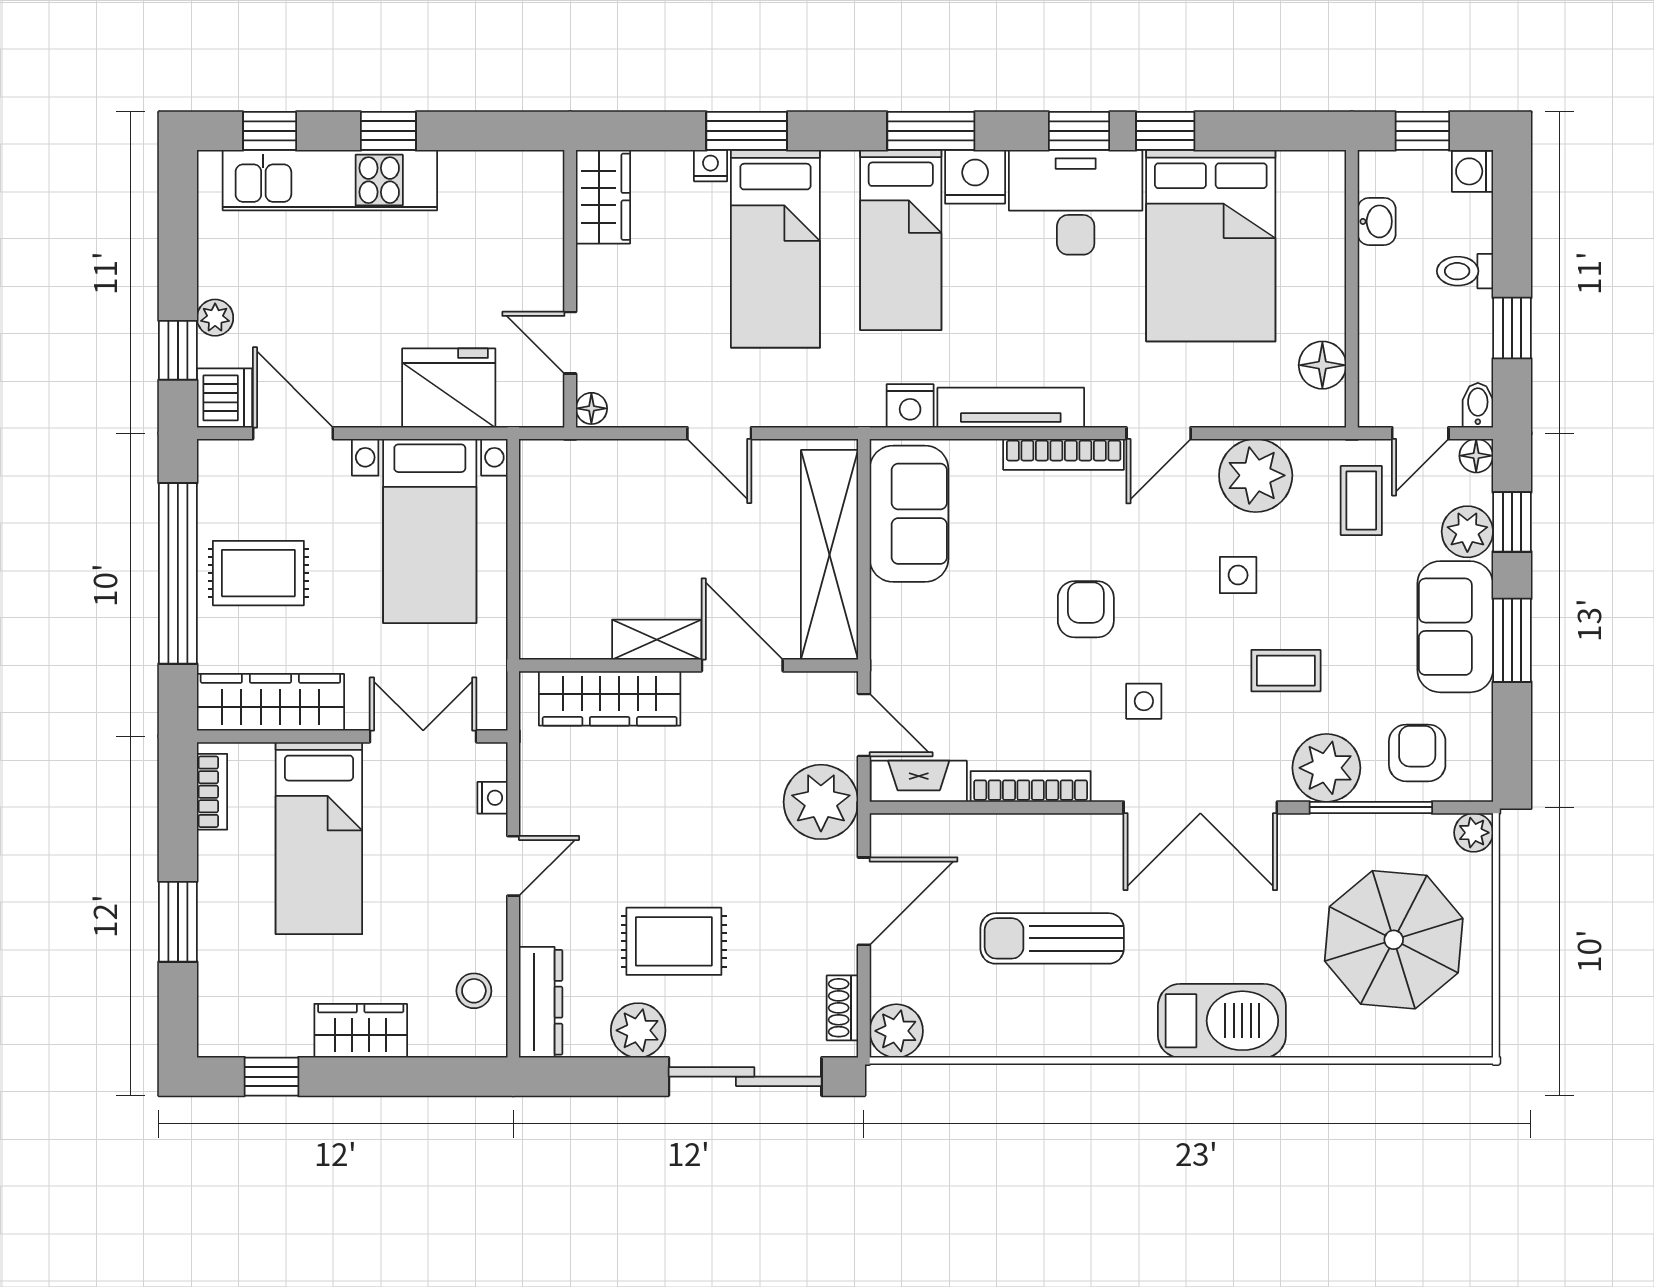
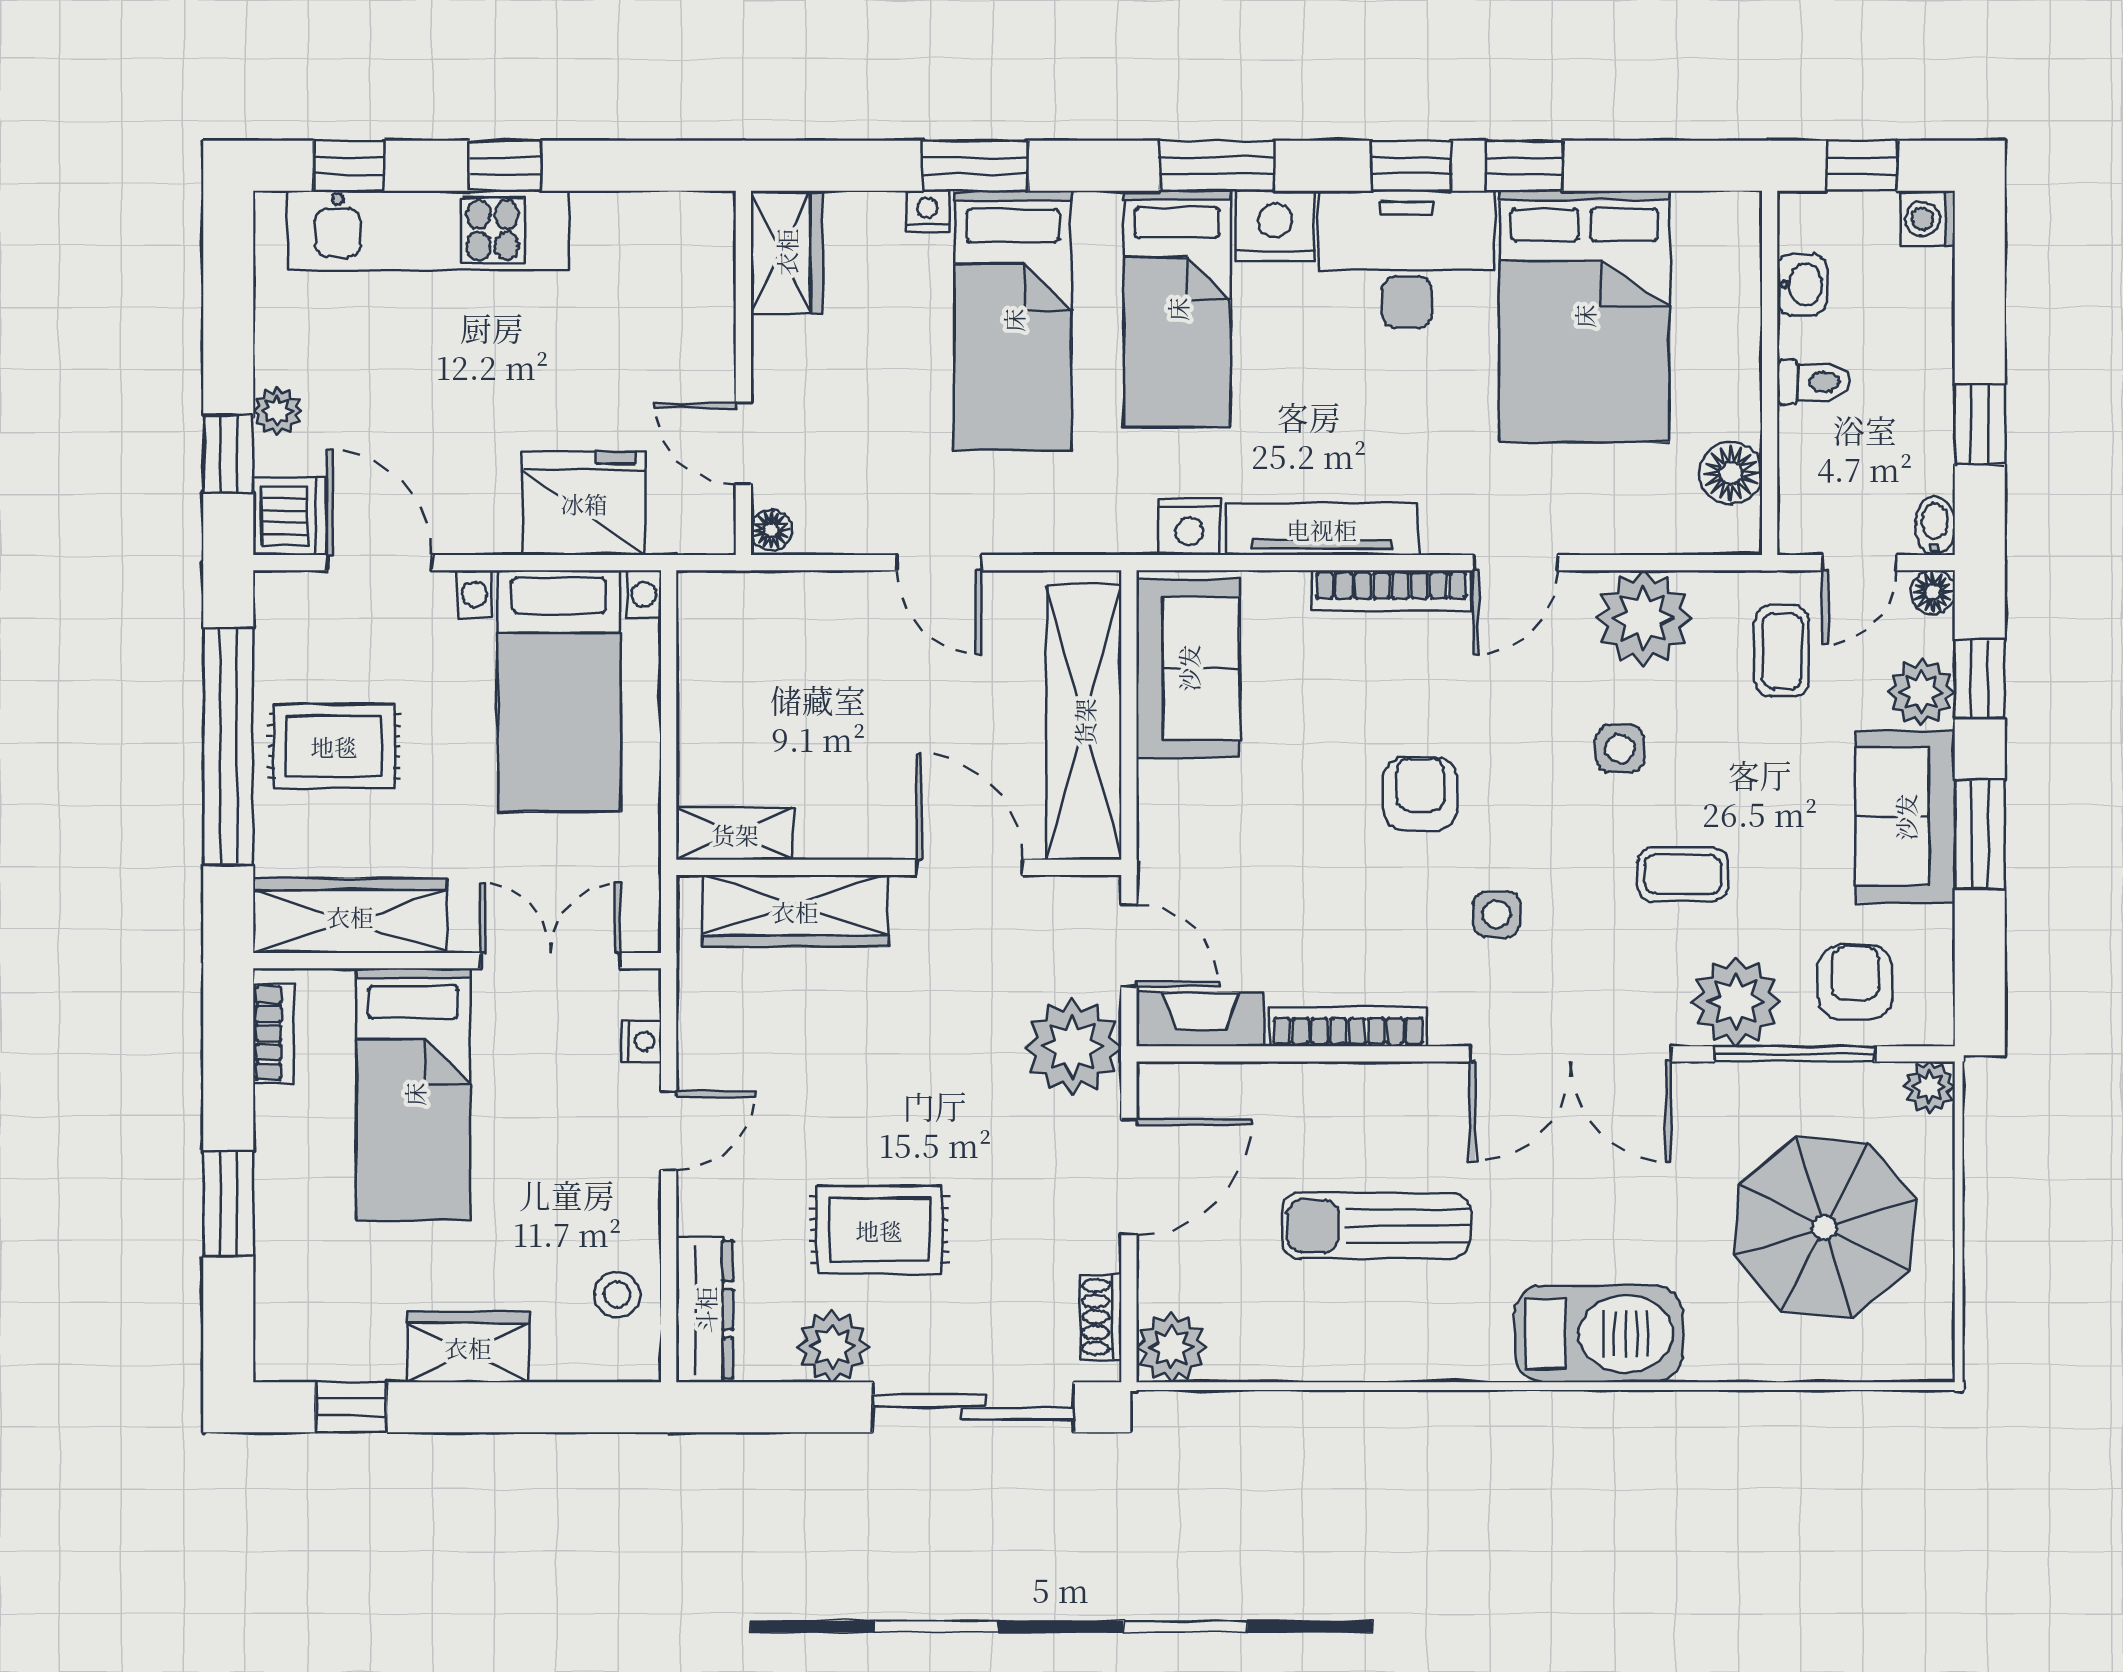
toilet: (1465, 271) -> (1814, 382), moved, turned 180
shelving: (657, 640) -> (735, 834), moved

